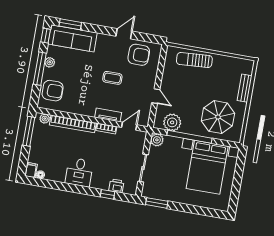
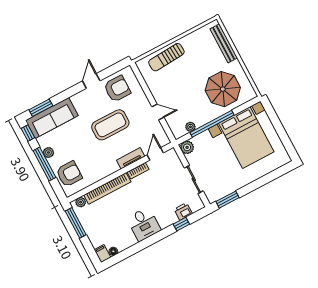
coffee table: (112, 78) -> (110, 125), width x1.86, depth x1.72
bench: (245, 88) -> (224, 43), width x1.36
plant: (172, 122) -> (190, 127), width x0.53, depth x0.53

